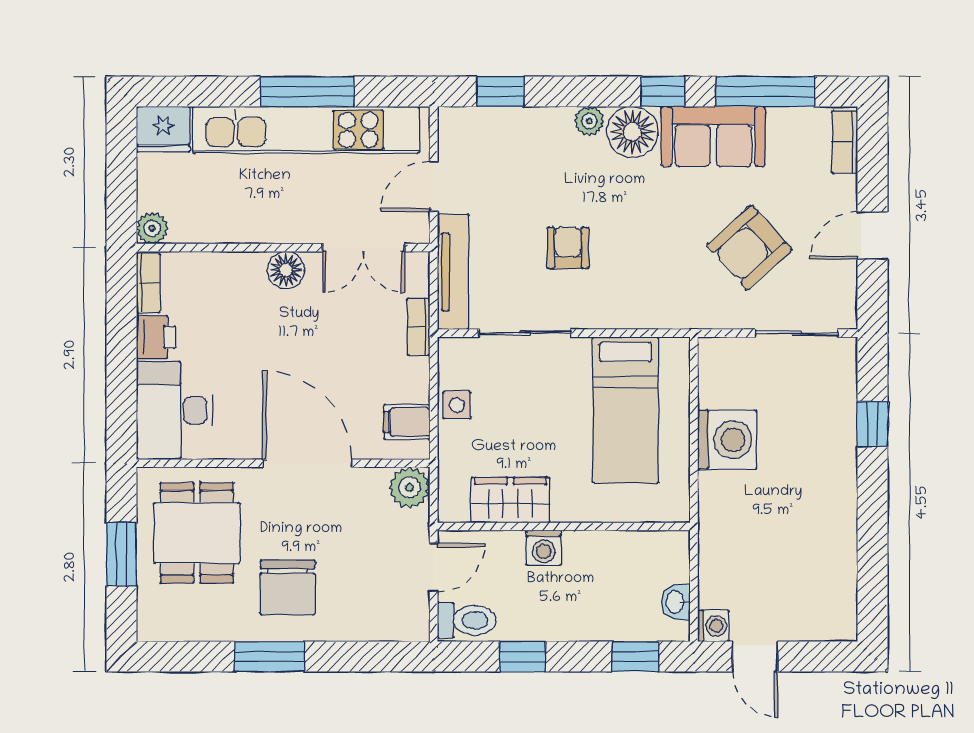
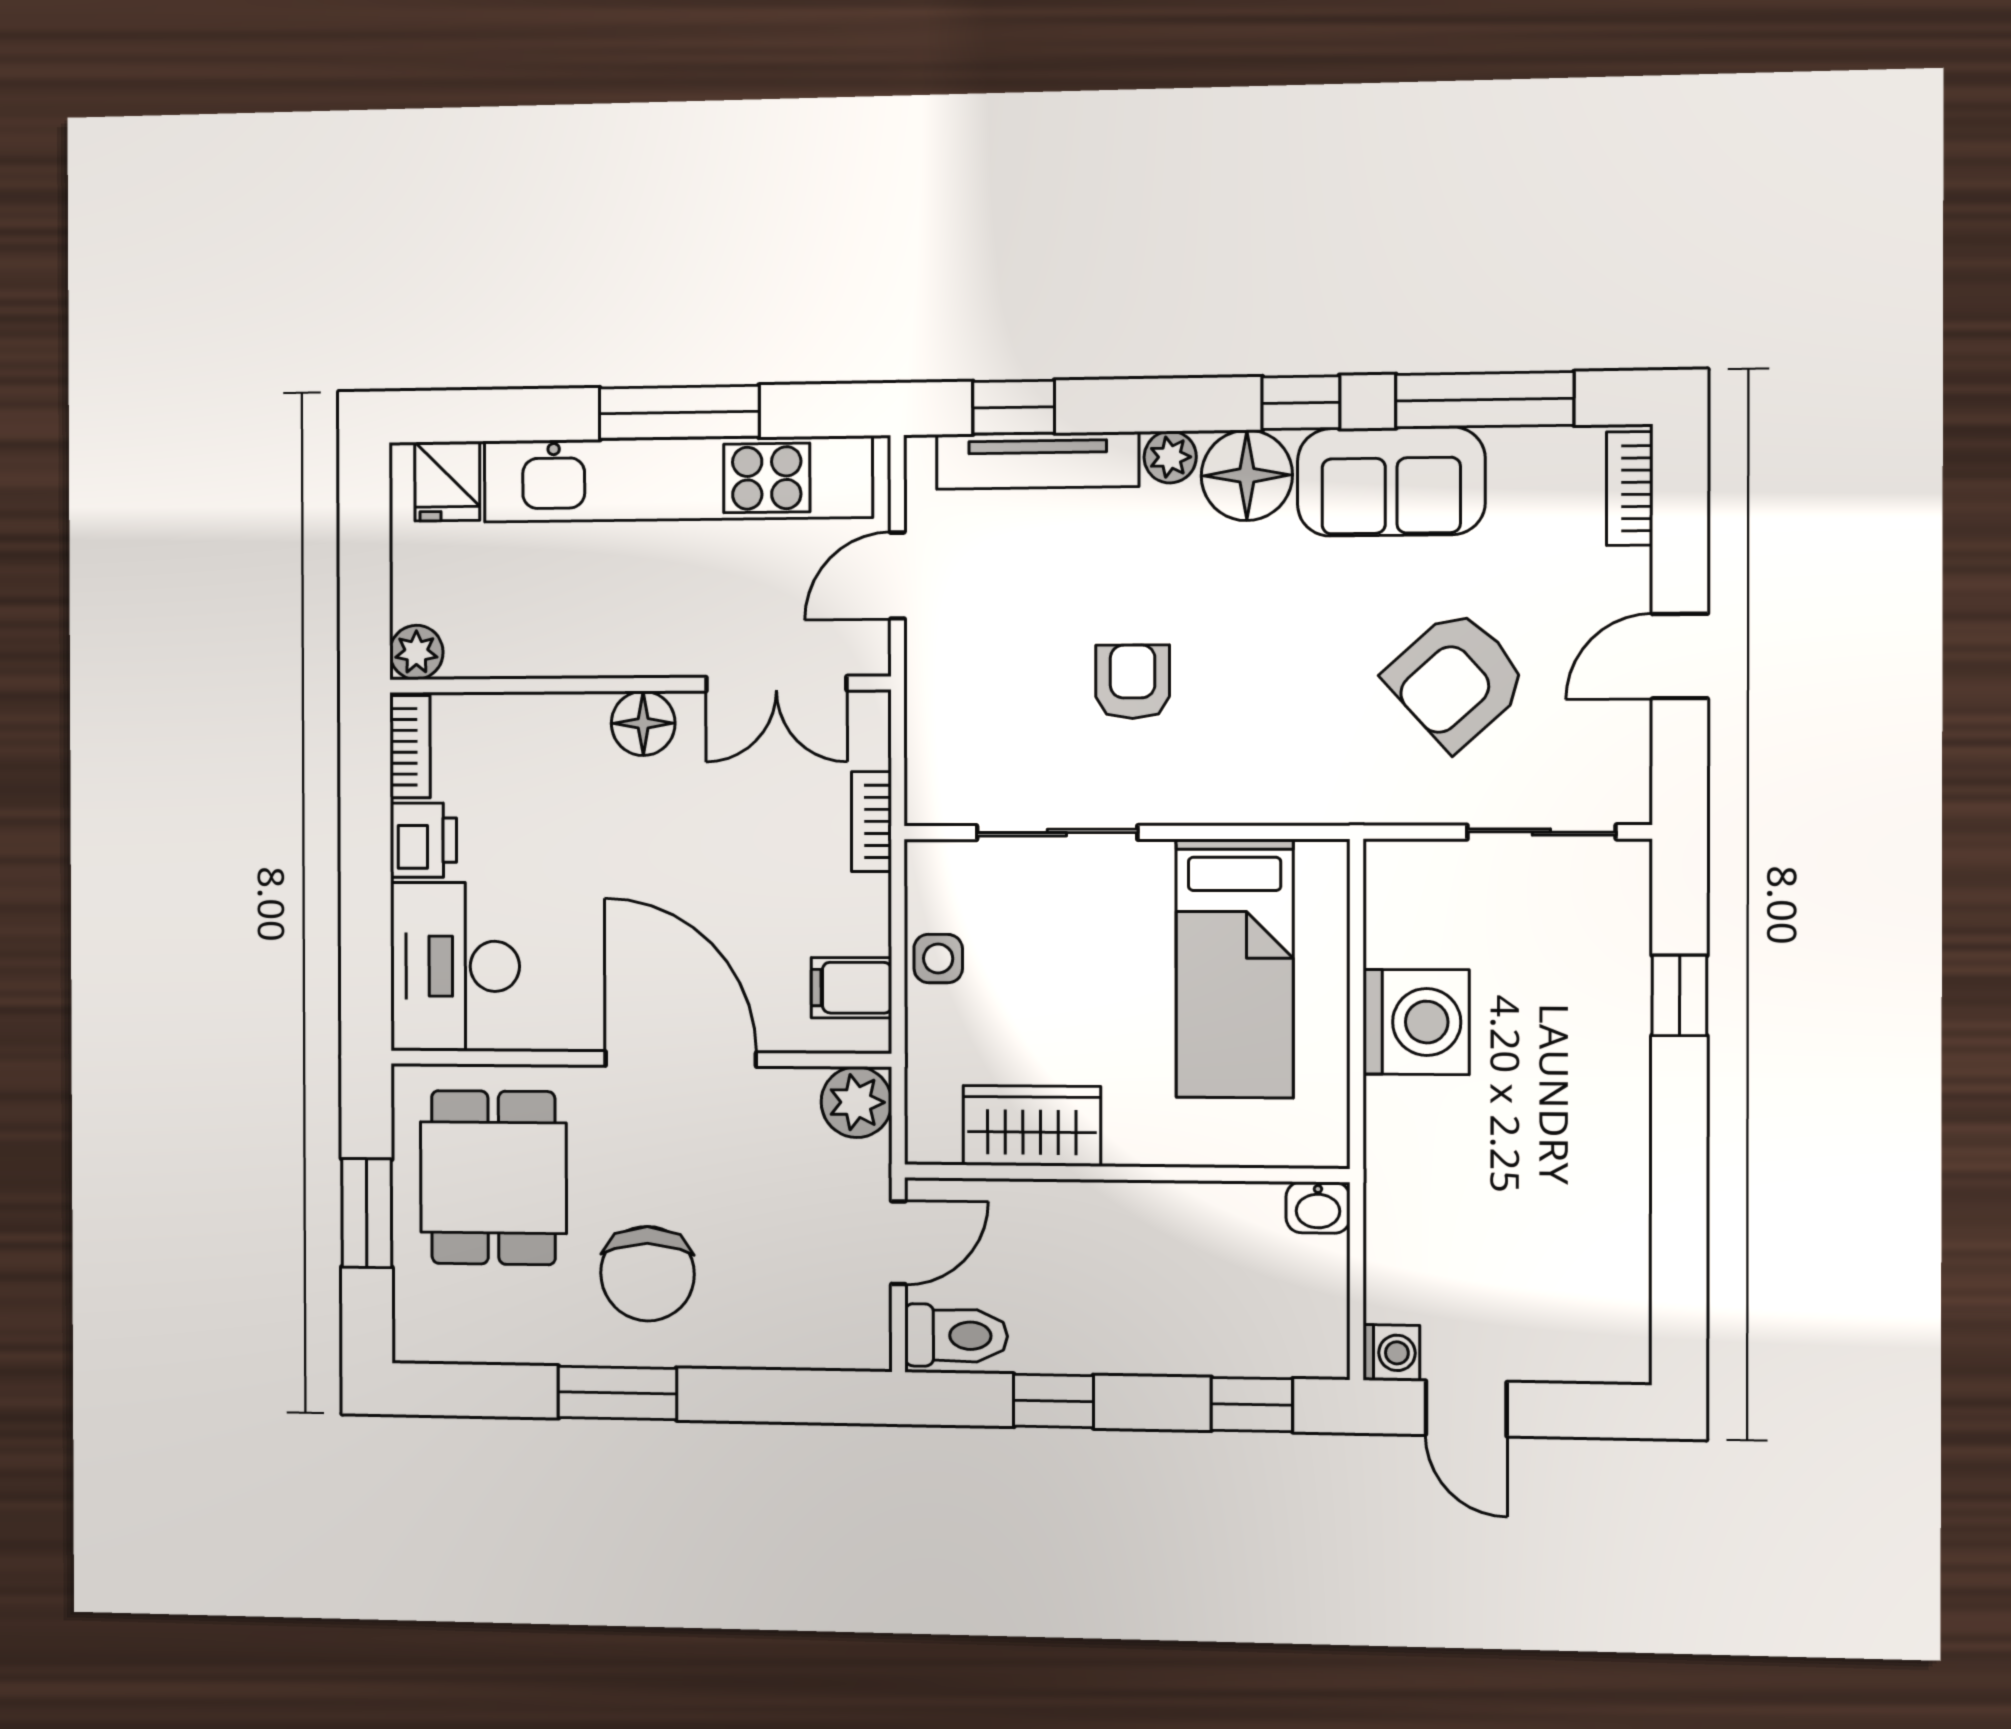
fridge: (163, 129) -> (447, 481), width x0.72
tv unit: (453, 272) -> (1038, 461), moved, turned 90
washing machine: (544, 548) -> (1090, 1210), removed
washbasin: (676, 602) -> (1318, 1207), moved, turned -90

